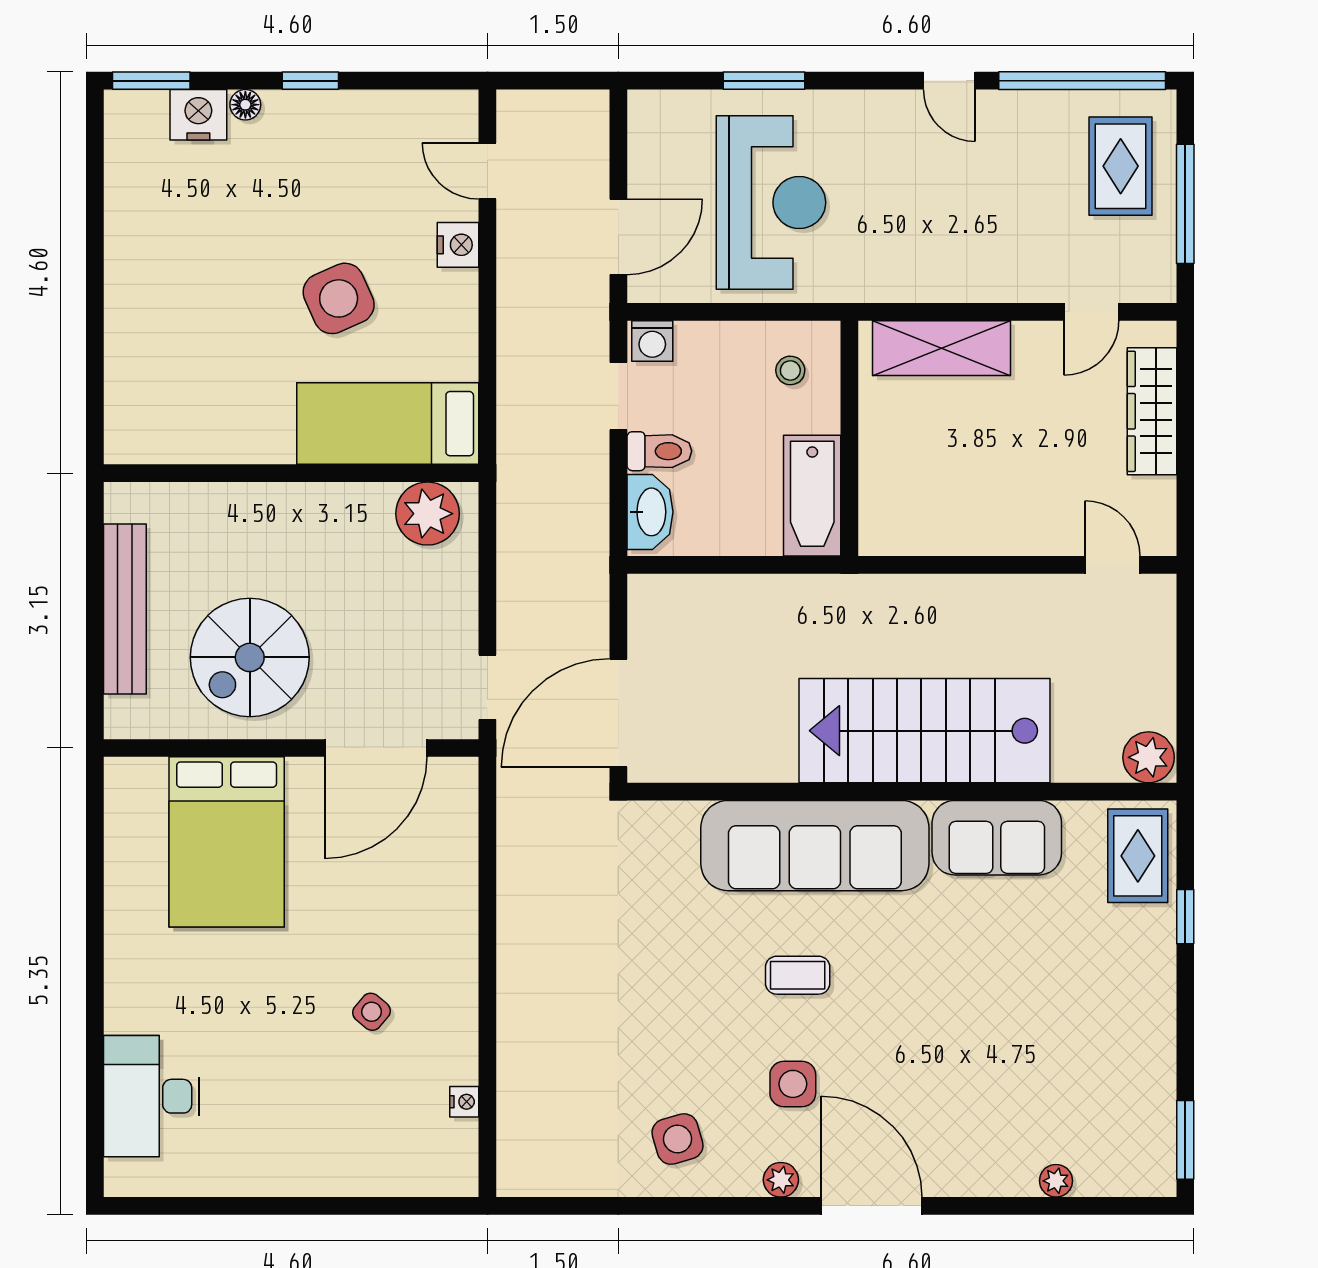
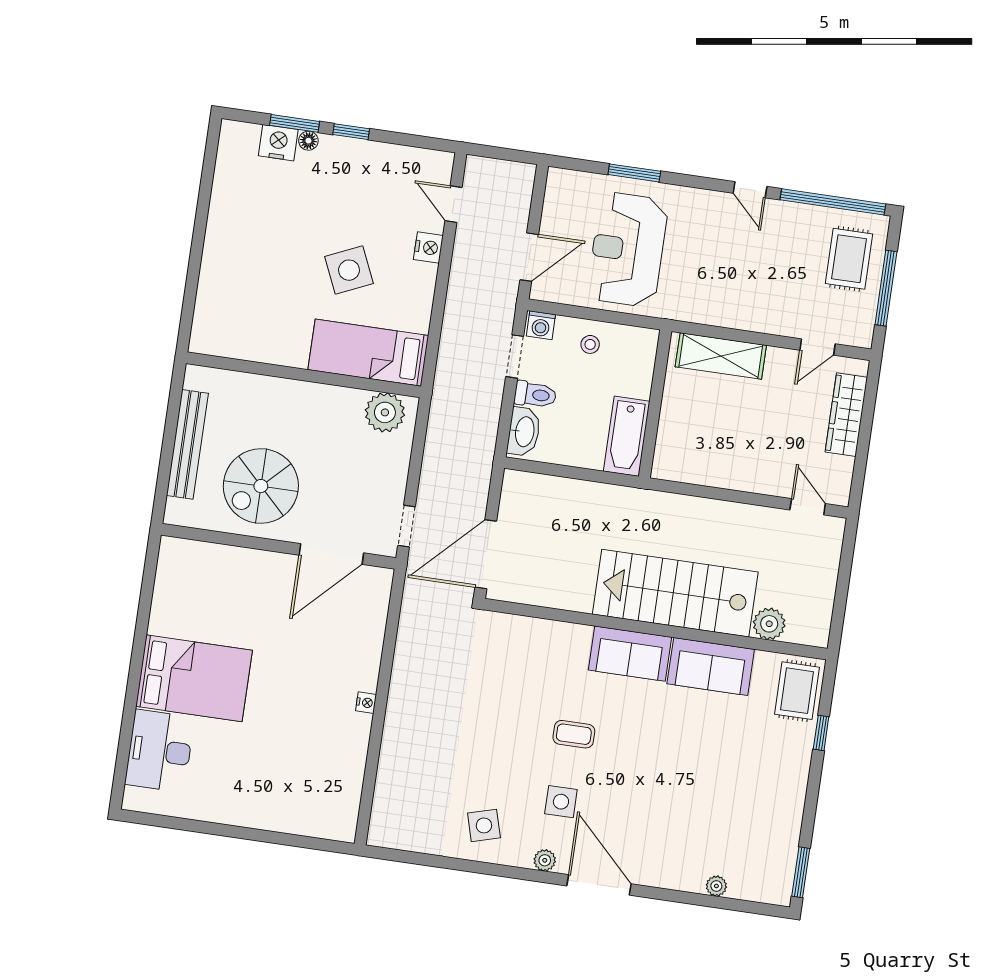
window: (151, 81) -> (295, 123), moved
reception desk: (771, 203) -> (628, 250), turned 180
stool: (790, 370) -> (590, 344), moved
plant: (1149, 757) -> (769, 624), moved
bed: (227, 842) -> (194, 678), moved, turned -90
sofa: (815, 846) -> (630, 654), width x0.54, depth x0.79
side table: (372, 1012) -> (305, 718), removed
nightstand: (464, 1102) -> (366, 703), moved

